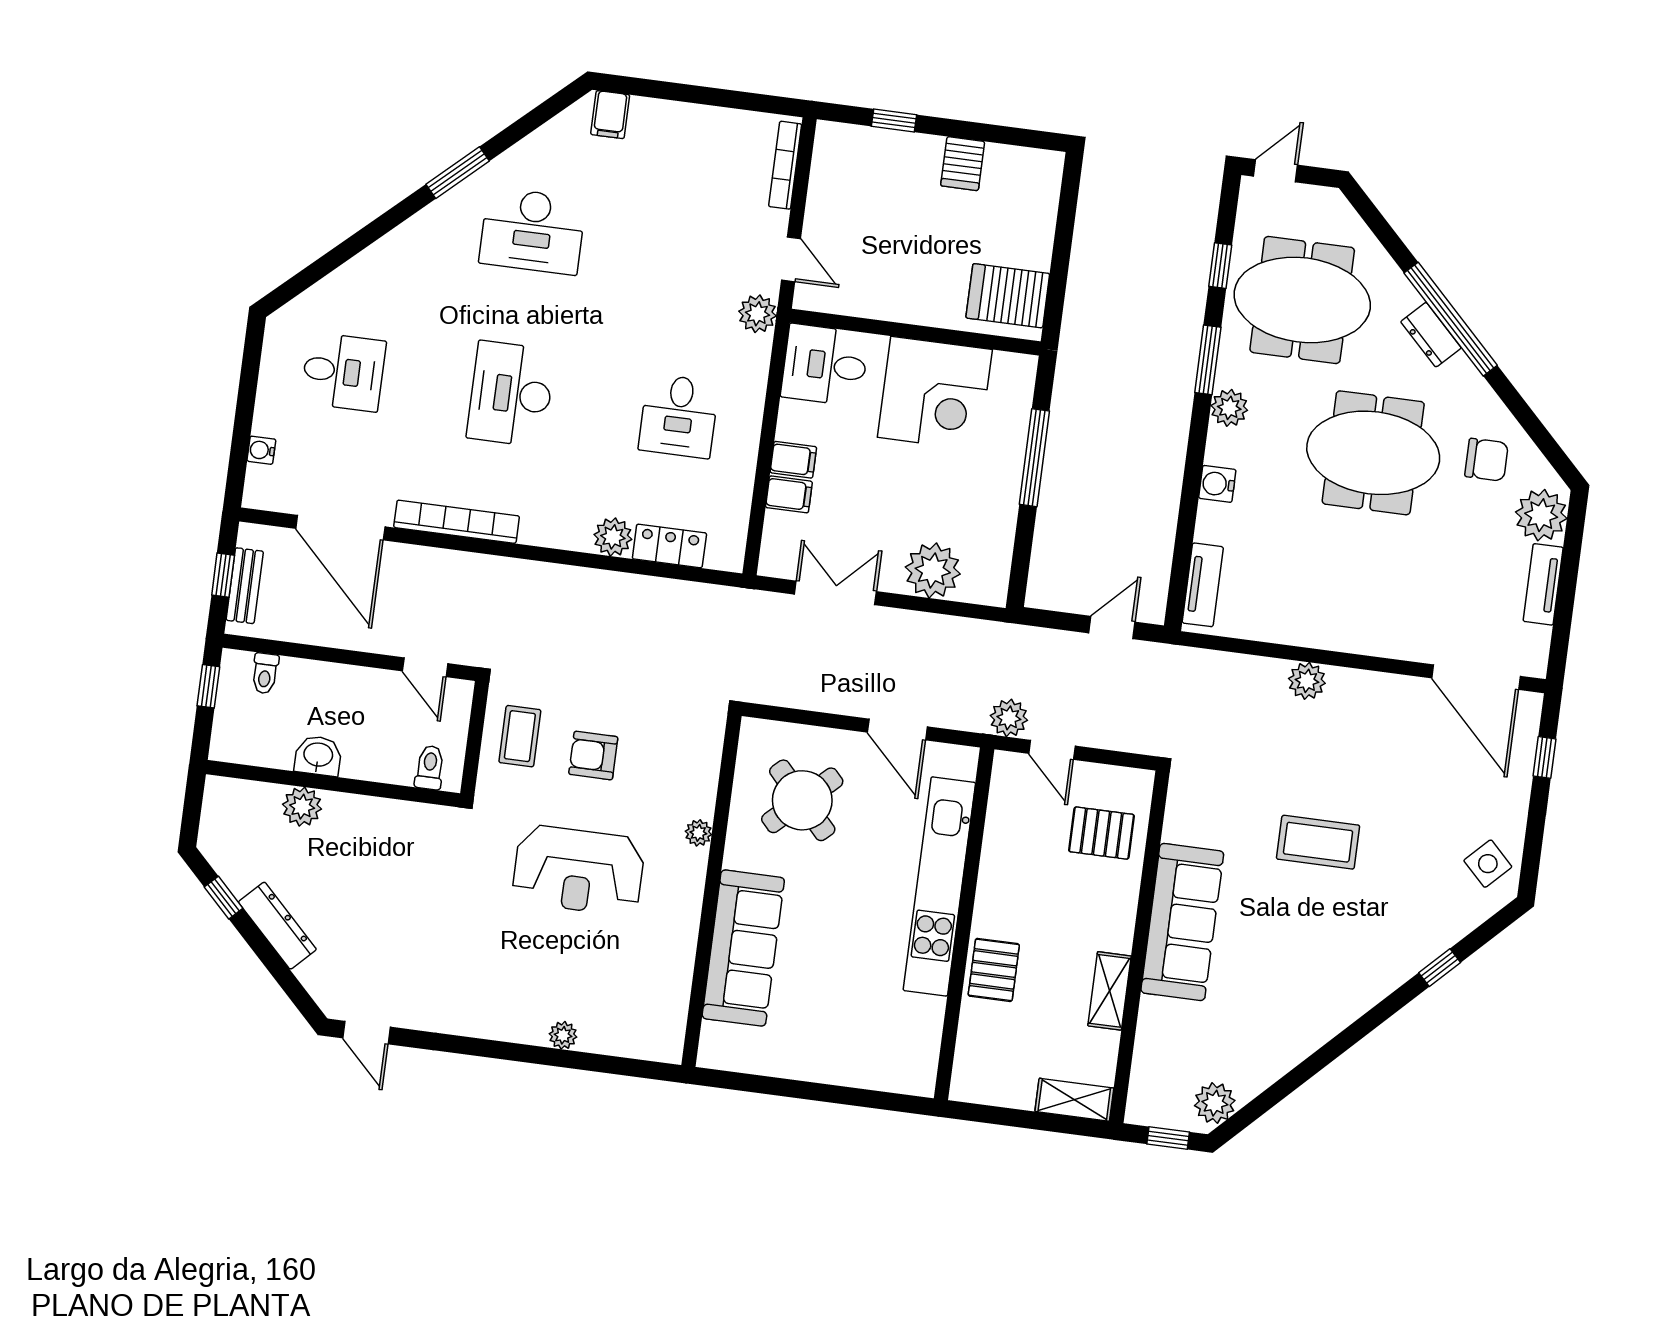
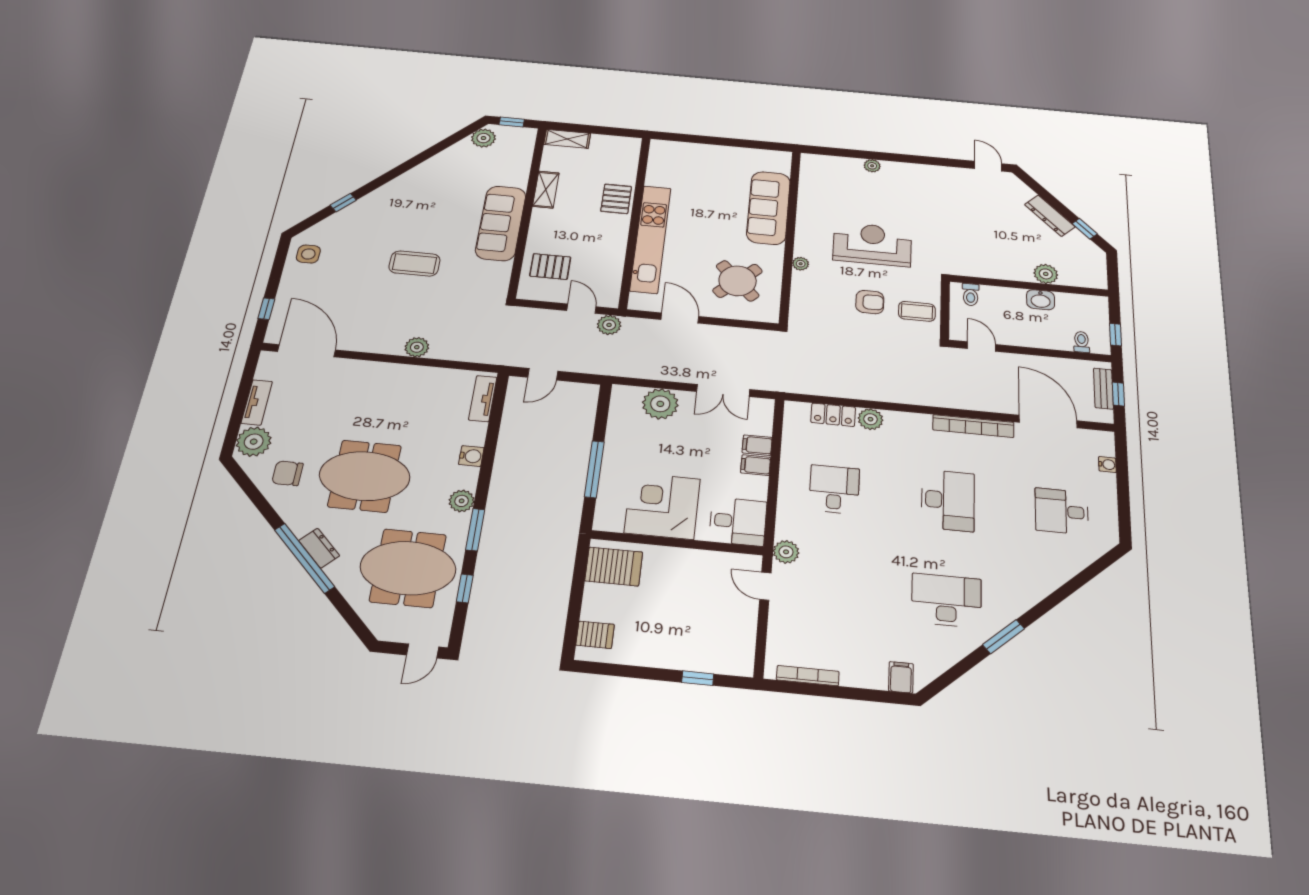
server rack: (963, 164) -> (595, 635), moved, turned 90
bookcase: (785, 165) -> (808, 676), moved, turned -90
coffee table: (520, 736) -> (917, 311), turned 90
side table: (1488, 864) -> (308, 254), turned 45

